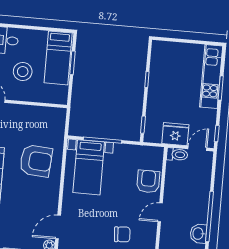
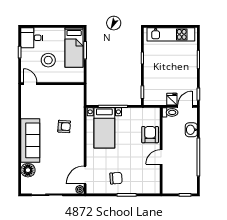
kitchen unit: (211, 77) -> (171, 34), moved, turned -90
fridge: (175, 134) -> (172, 99), width x0.53, depth x0.75
armchair: (36, 161) -> (64, 126), width x0.53, depth x0.53
chair: (122, 234) -> (116, 178), moved
washbasin: (198, 234) -> (191, 130), moved

